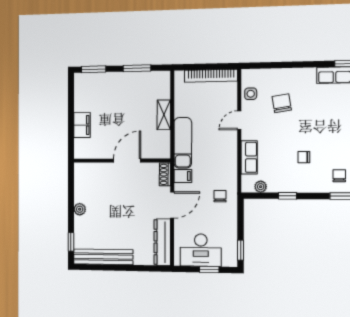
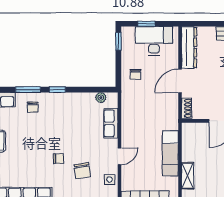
shelving: (164, 115) -> (188, 176), moved
exam couch: (183, 143) -> (170, 153), moved
chair: (304, 157) -> (58, 159), moved
filing cabinet: (183, 176) -> (170, 107), removed
chair: (220, 196) -> (135, 74), moved
window: (288, 196) -> (57, 90), moved

